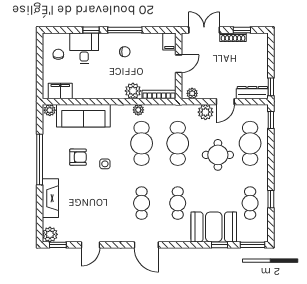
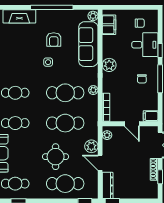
plant: (133, 91) -> (109, 65), moved

